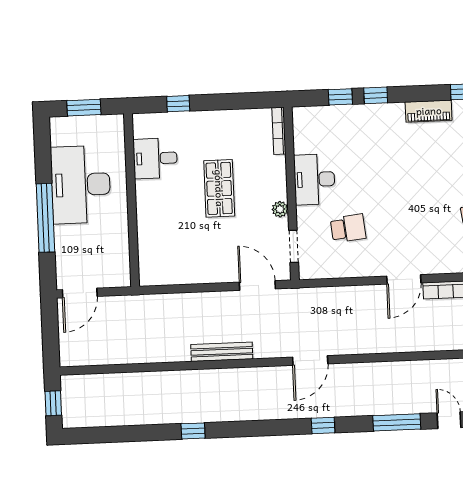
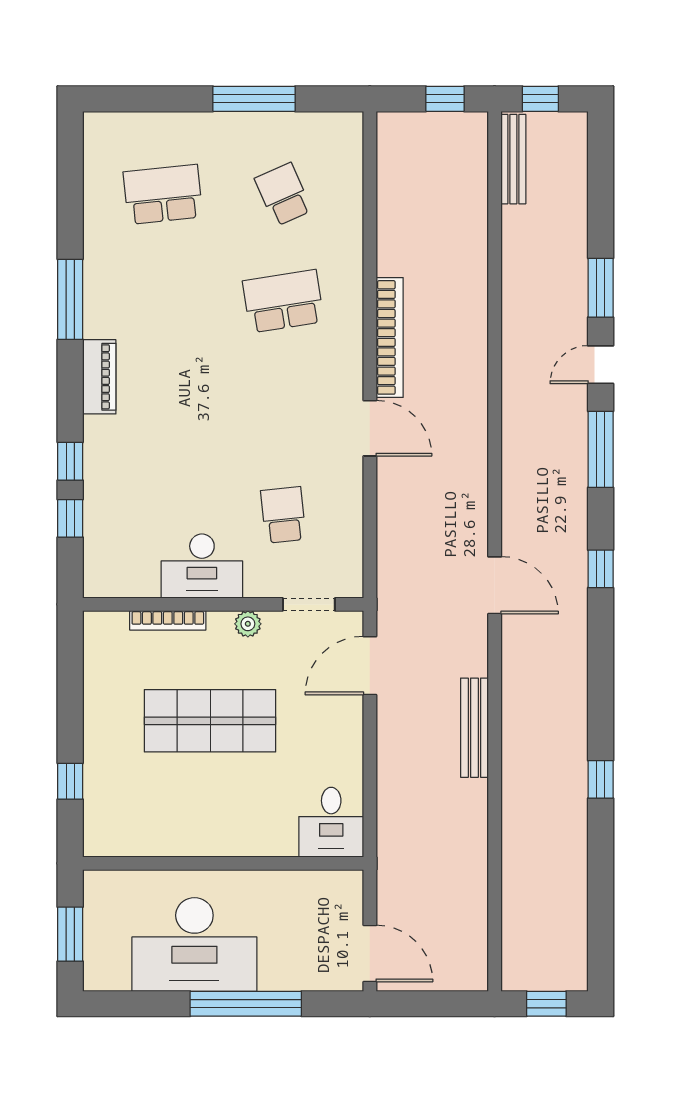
bookcase: (279, 131) -> (168, 620), moved
desk: (155, 158) -> (331, 822), moved
shop shelf: (219, 188) -> (210, 721), width x1.43, depth x1.36

